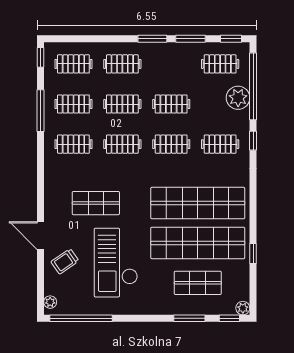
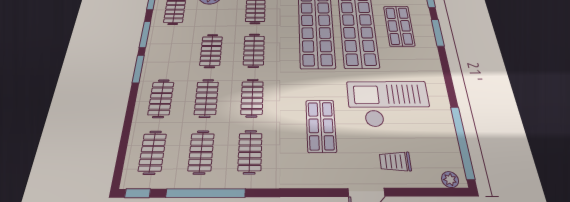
window: (40, 111) -> (206, 193), width x1.46
trolley: (65, 261) -> (395, 161), turned 125
checkout: (116, 263) -> (389, 104), turned 180

